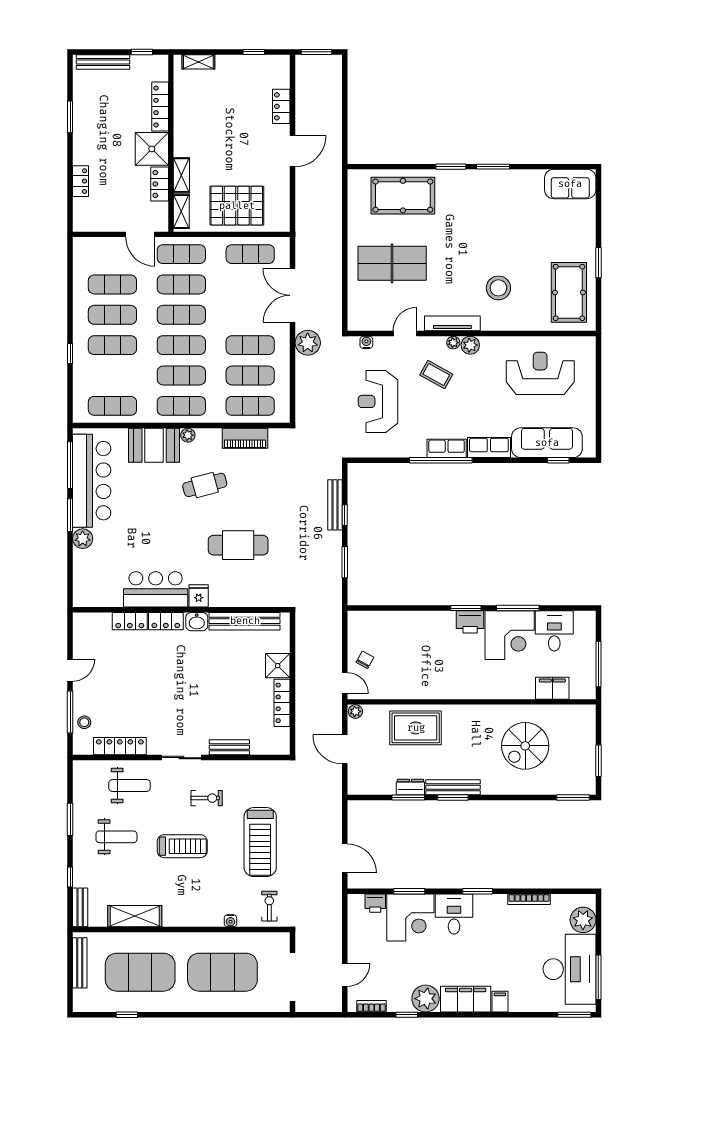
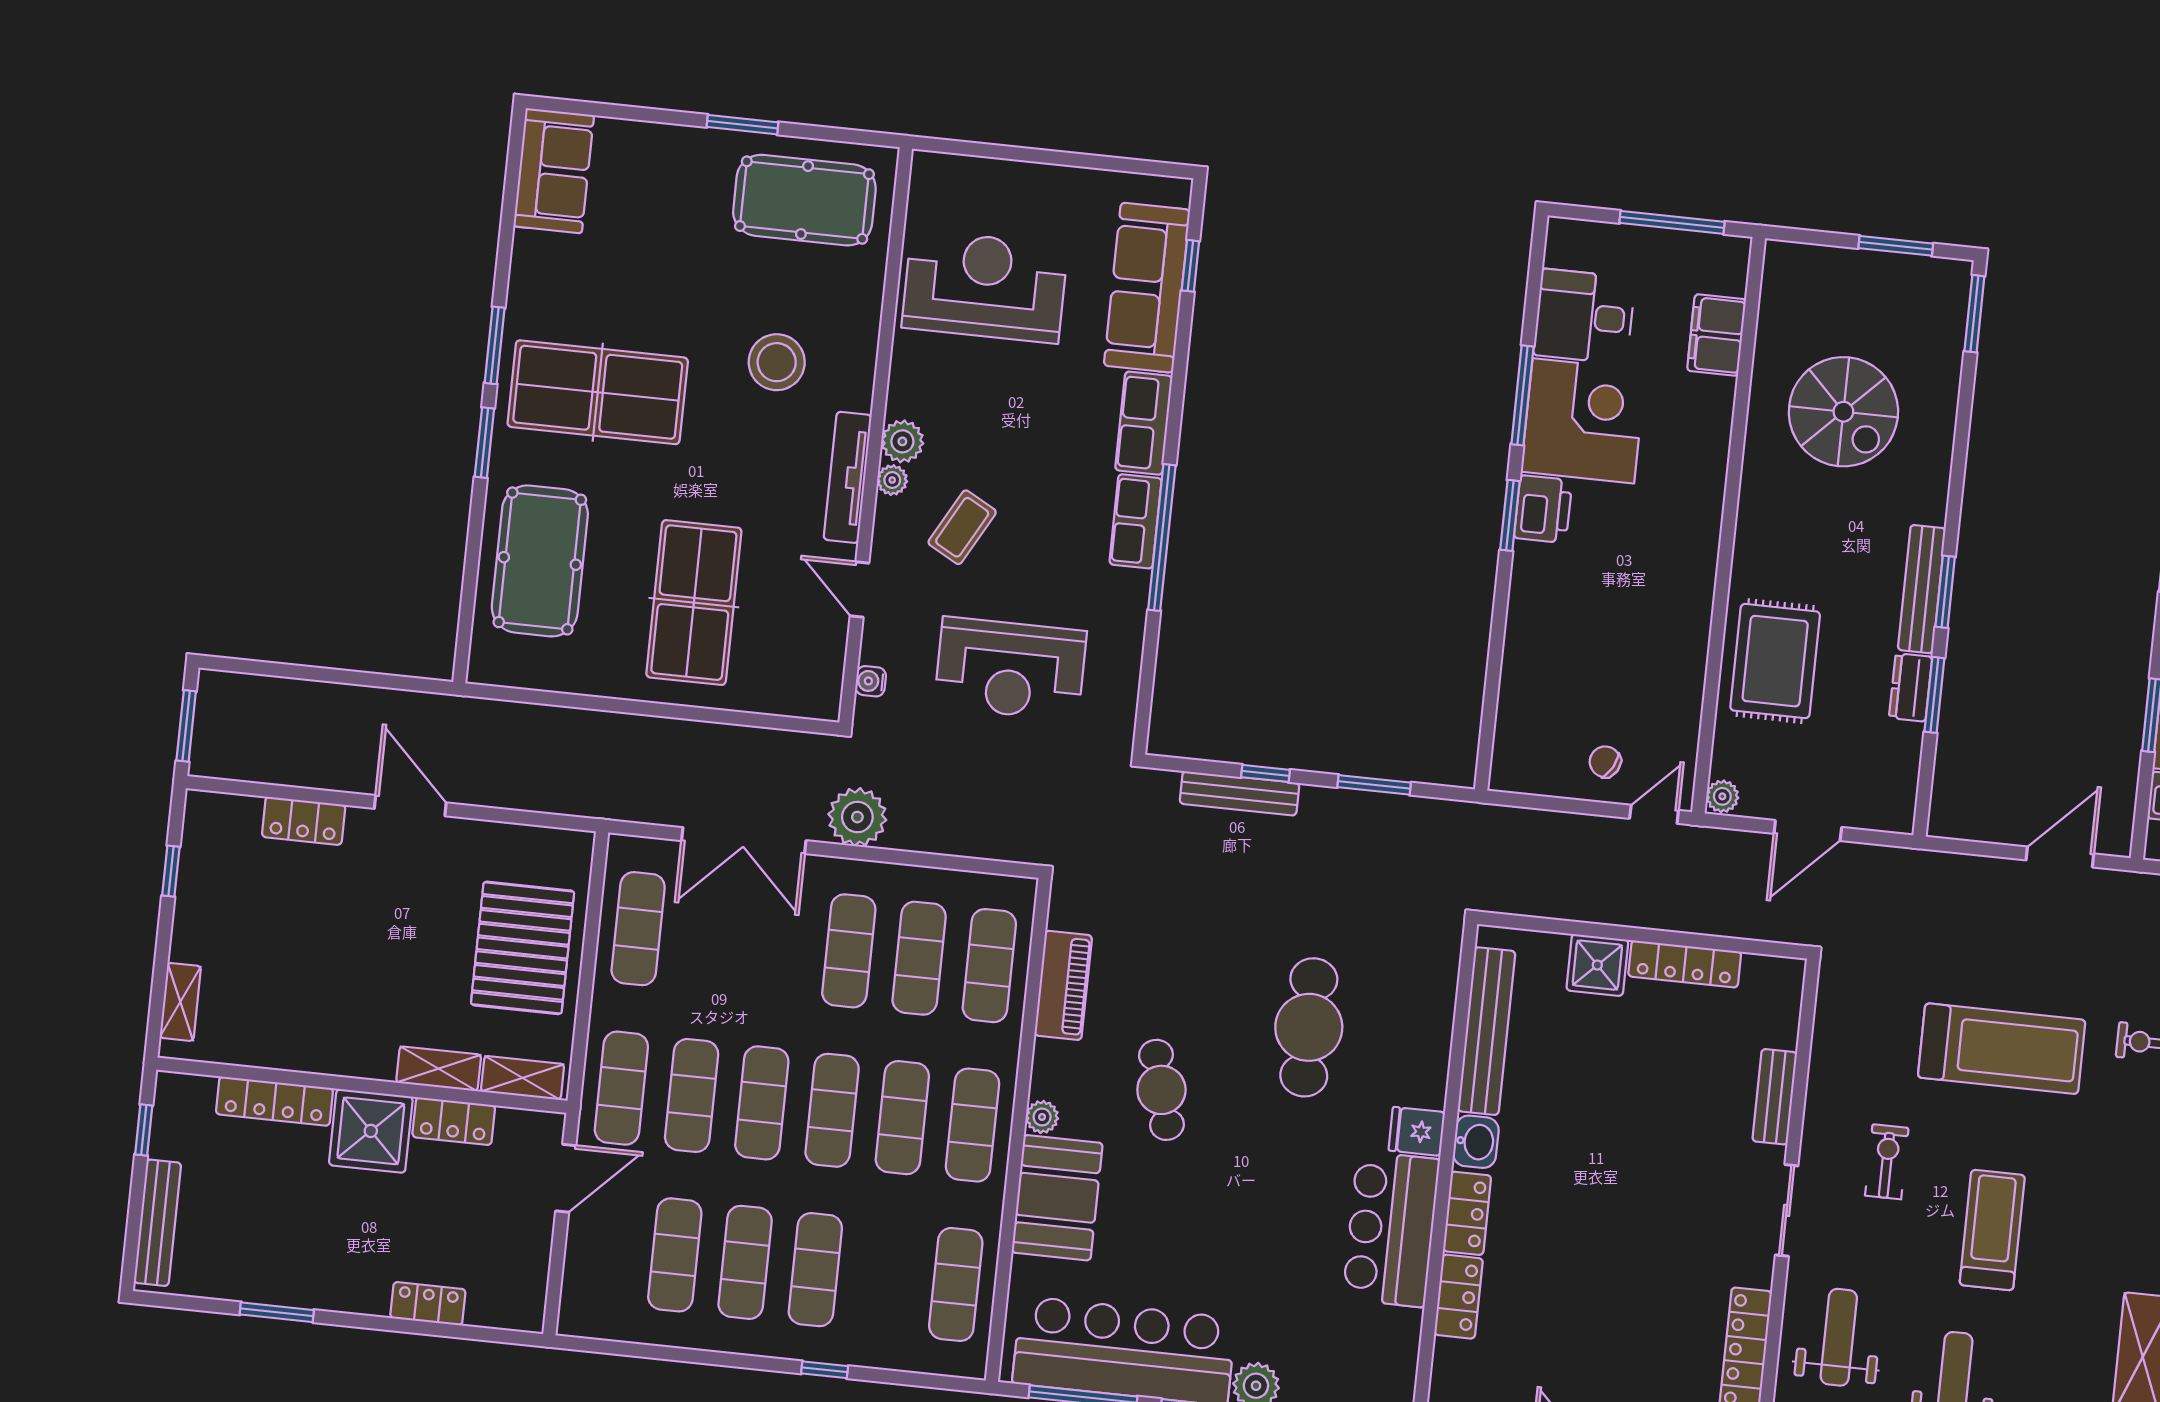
table tennis table: (478, 213) -> (598, 392), added
reception desk: (540, 373) -> (985, 286), turned 90

